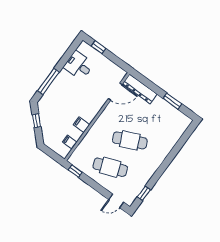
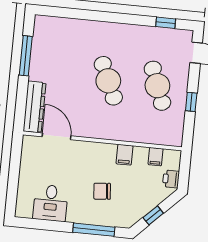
window: (98, 47) -> (12, 191), removed
chair: (68, 99) -> (102, 191), added
window: (172, 101) -> (26, 56), width x1.44
printer: (52, 143) -> (171, 179), added
window: (75, 171) -> (191, 102), moved

